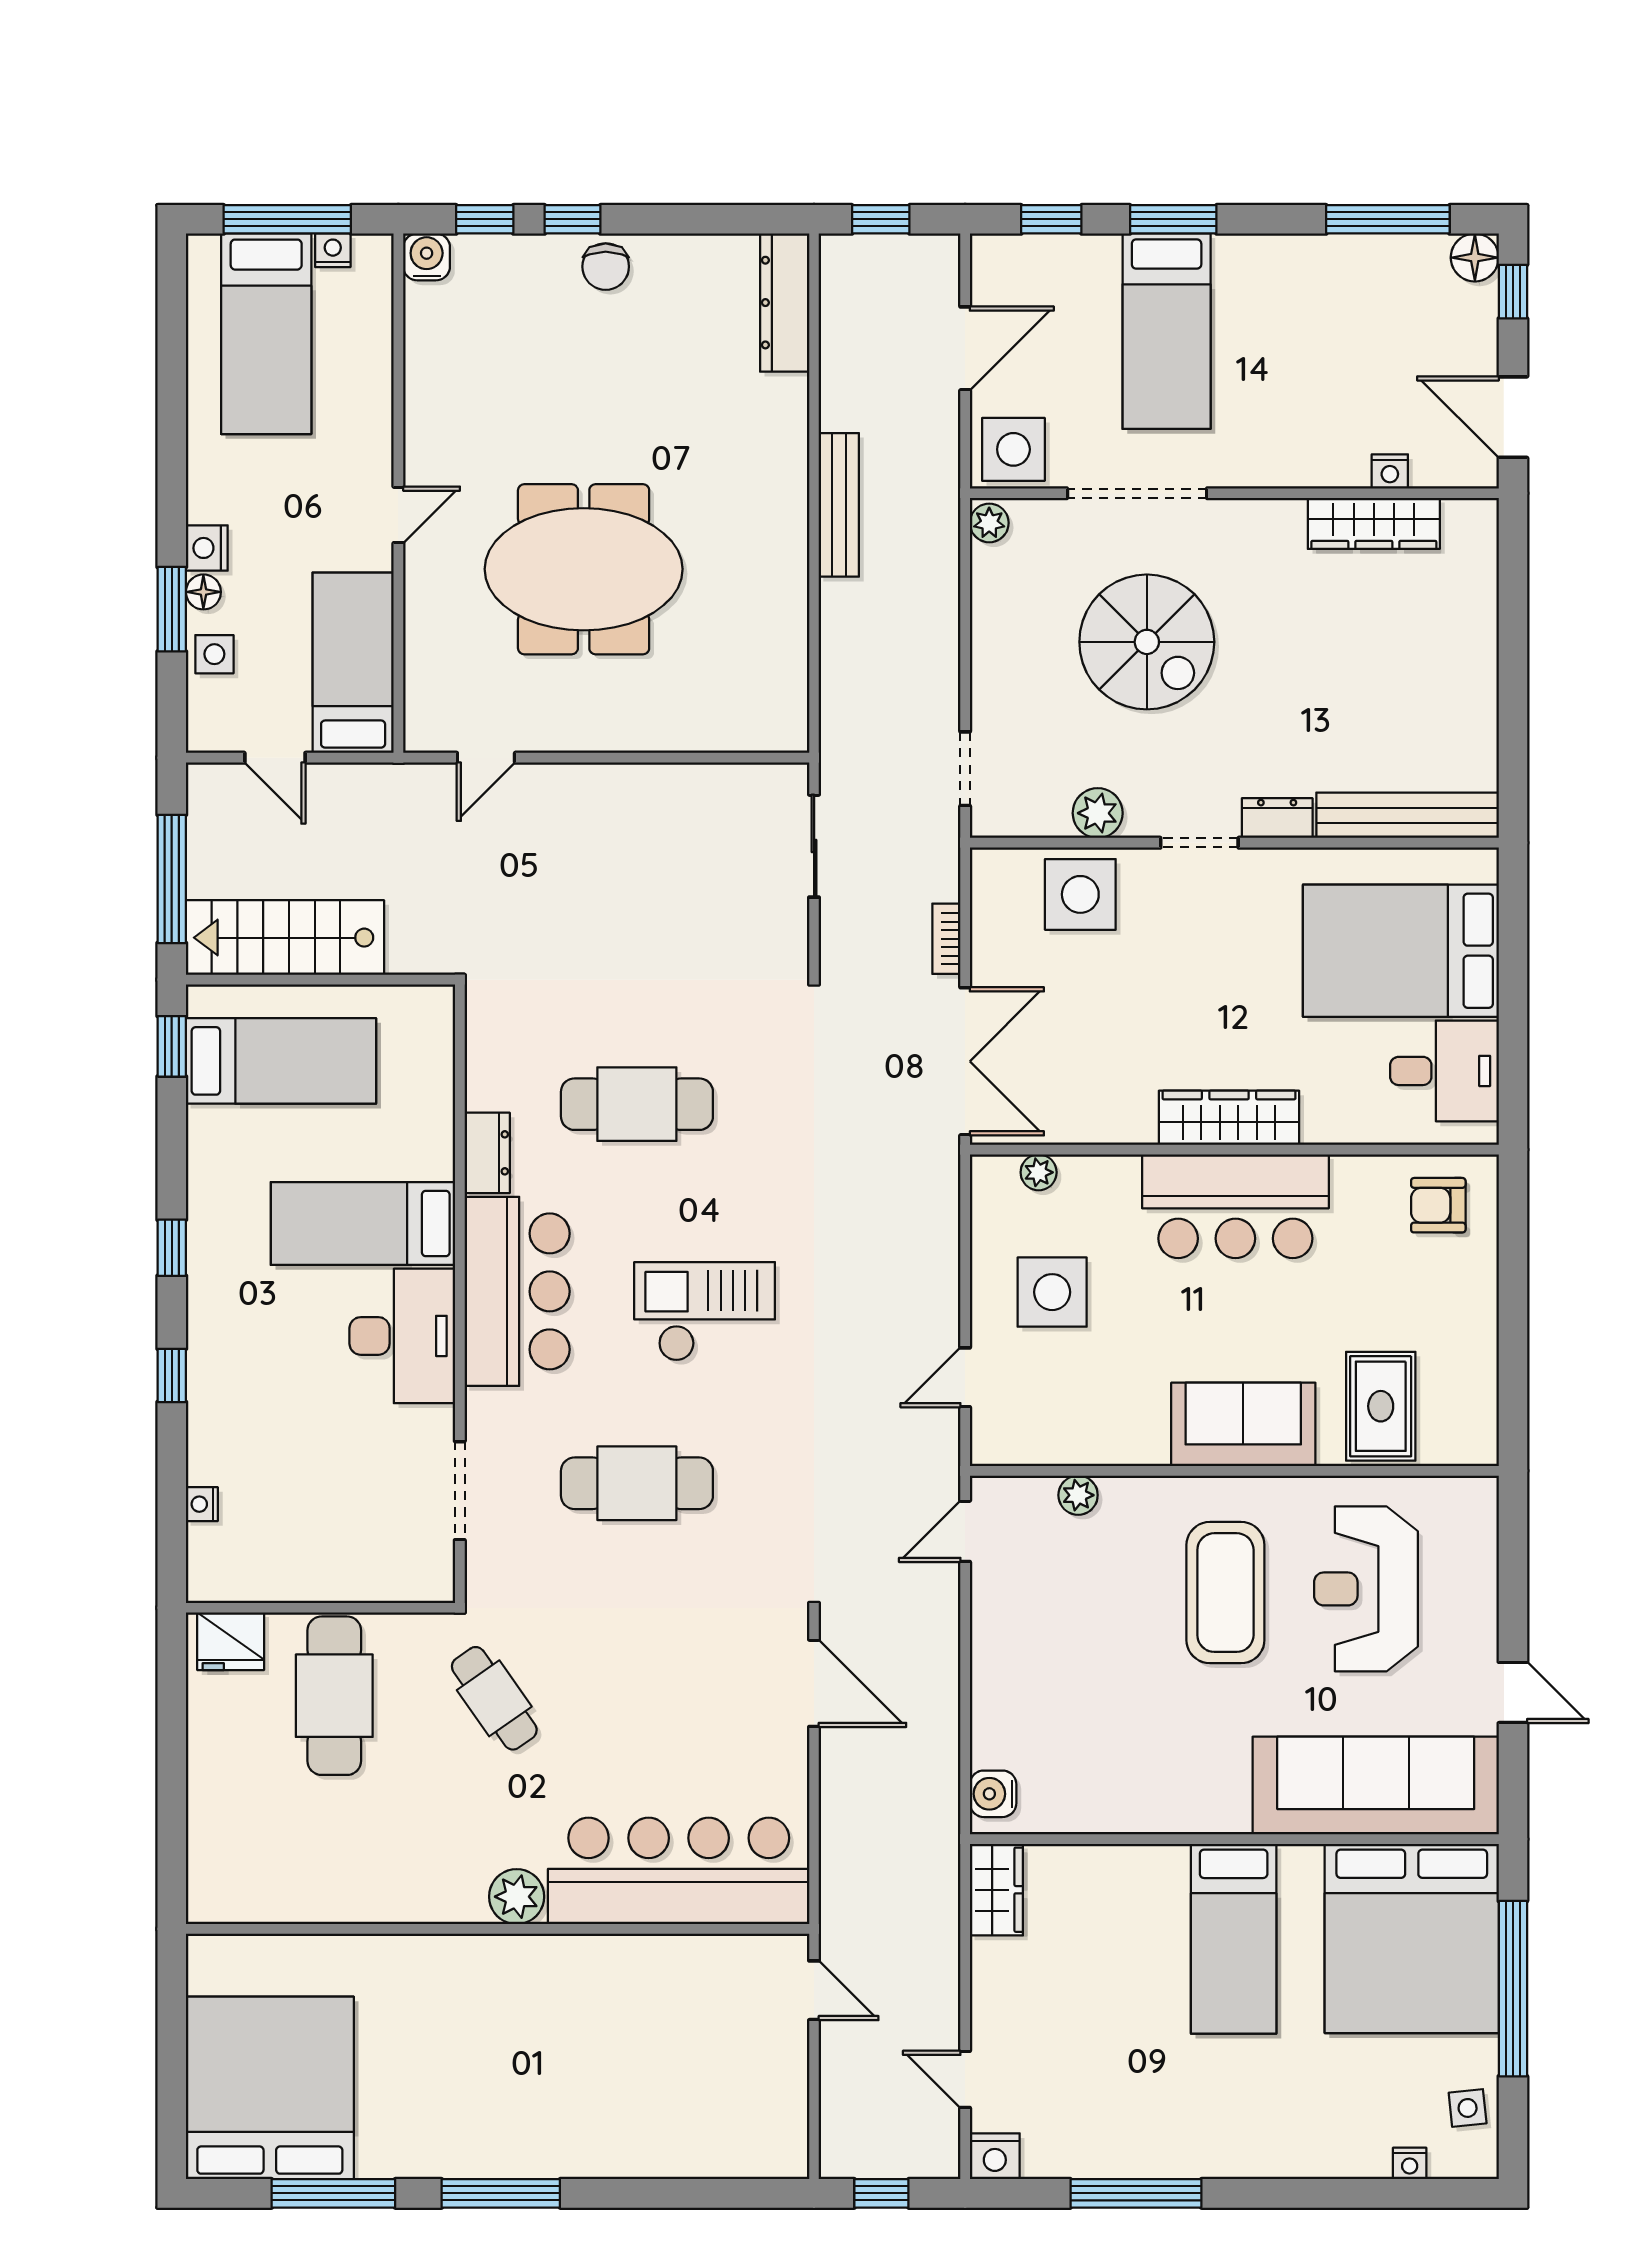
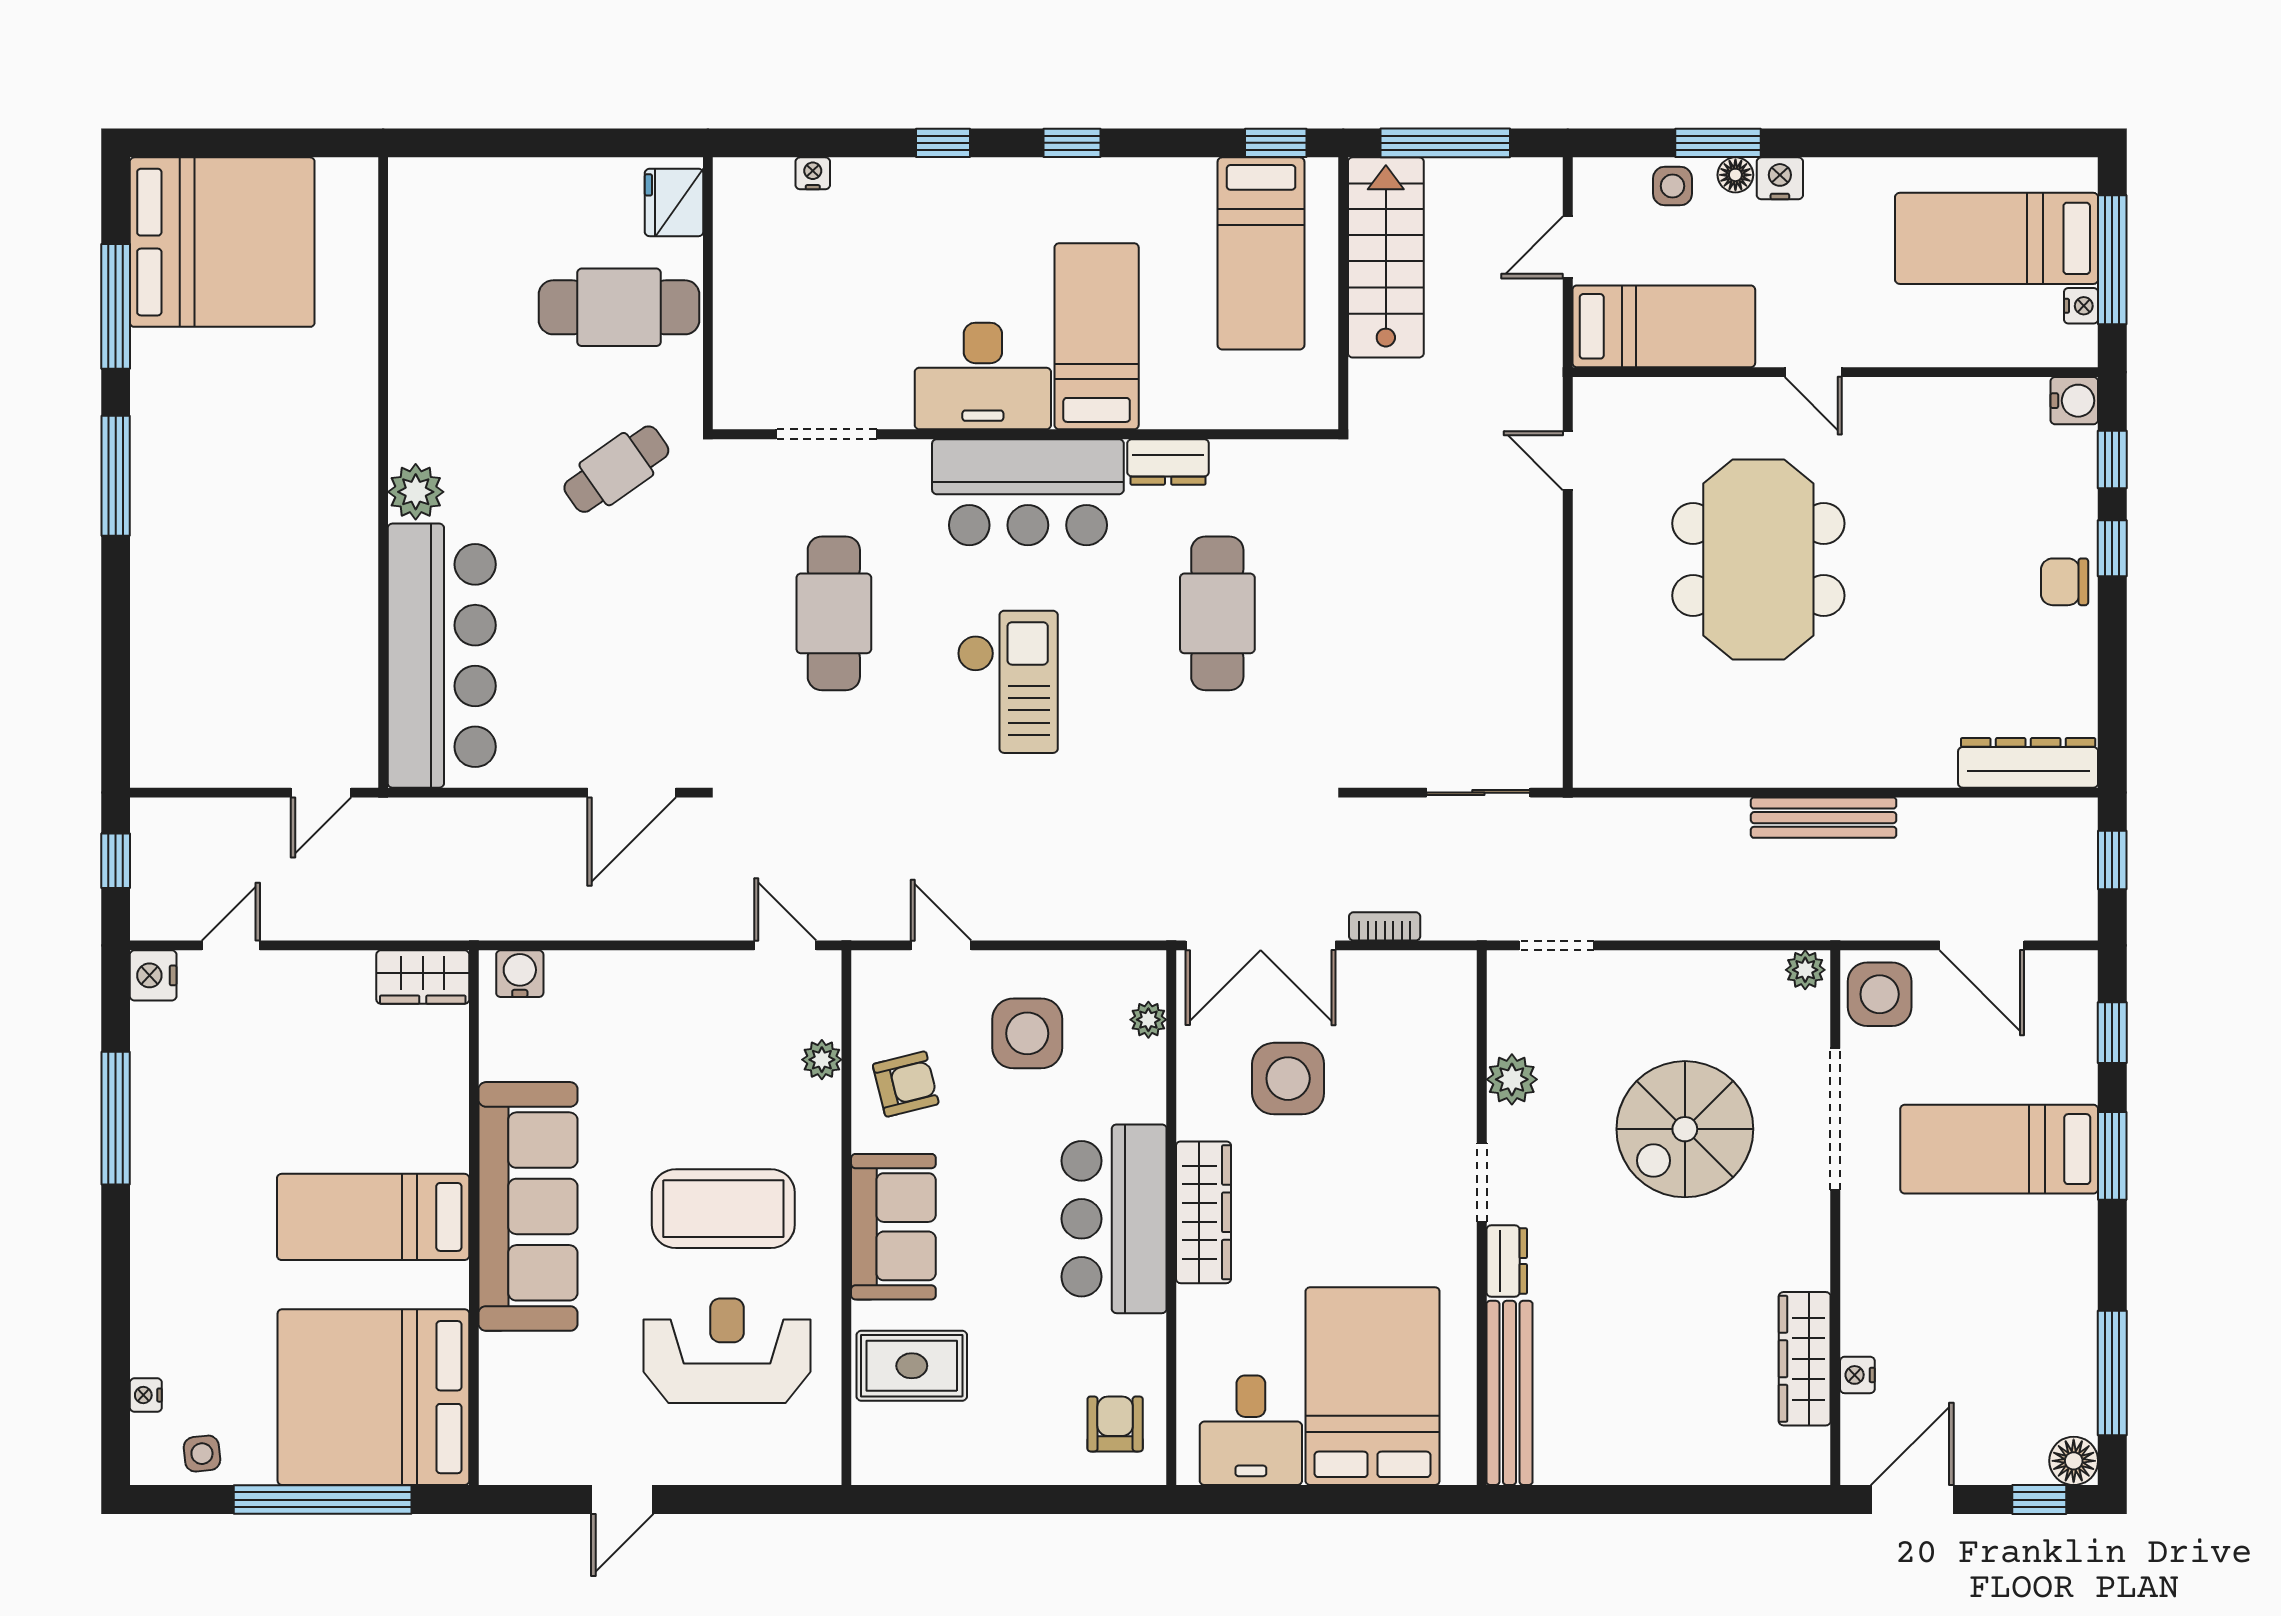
side table: (1080, 894) -> (1288, 1079), moved
armchair: (1102, 1412) -> (906, 1084), added
sofa: (1376, 1786) -> (528, 1206), moved

